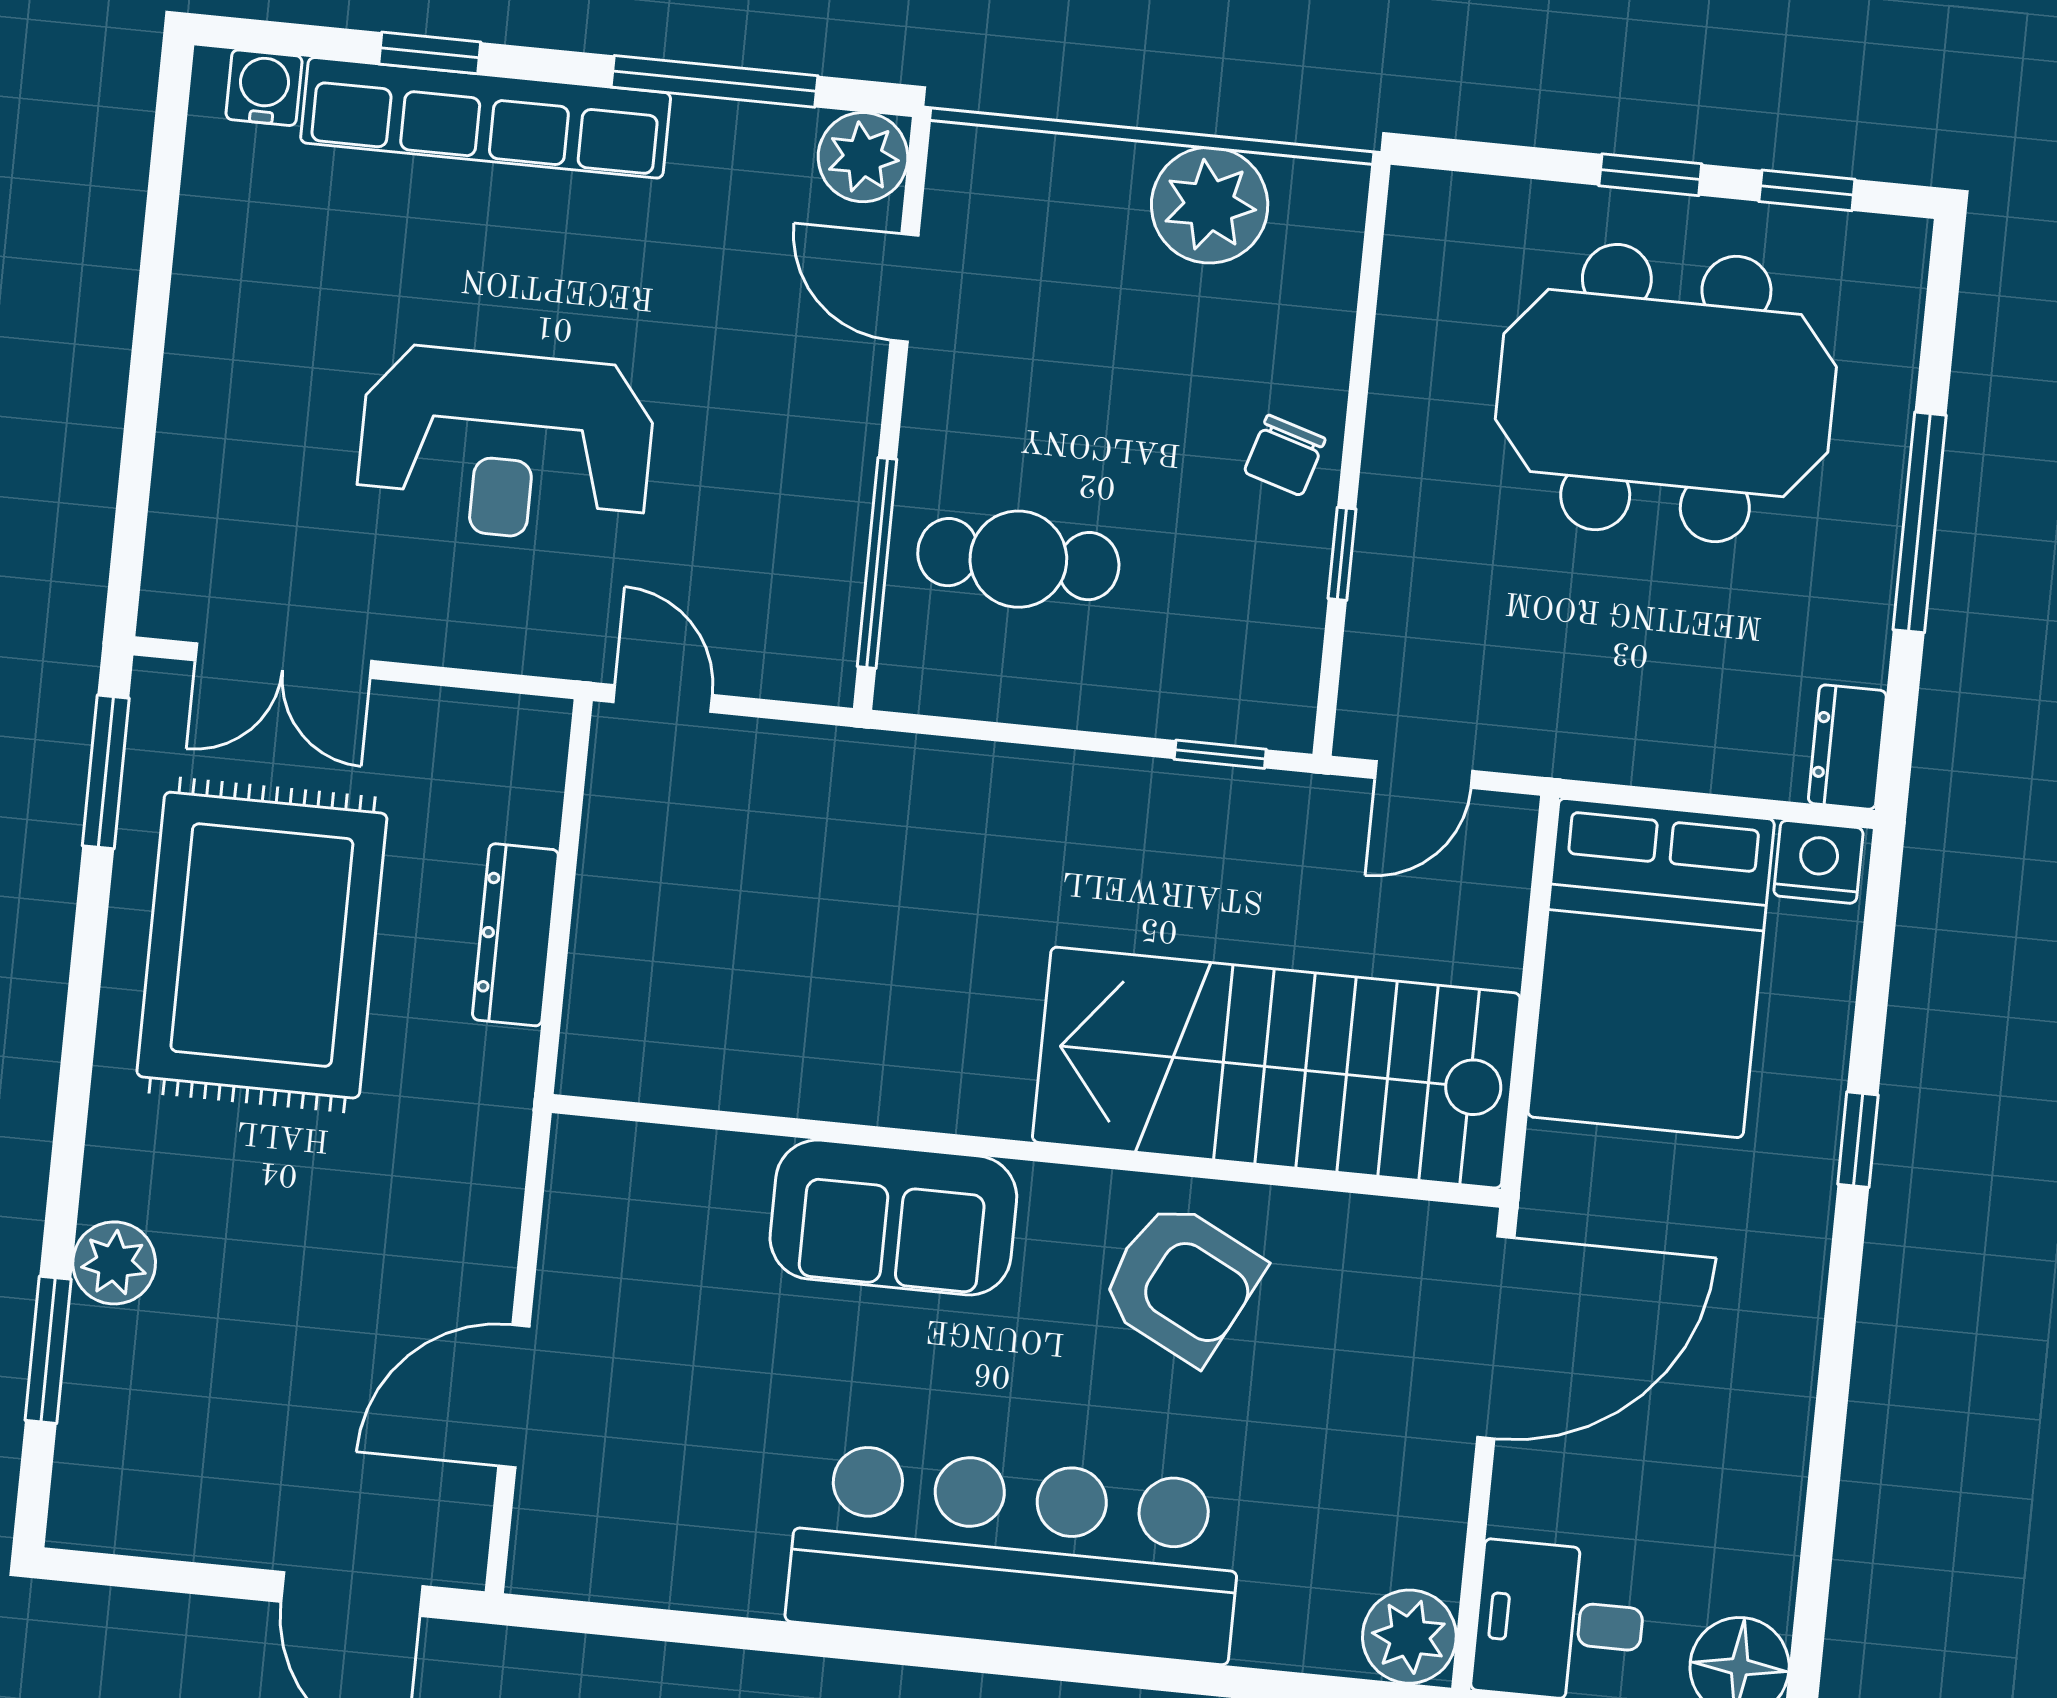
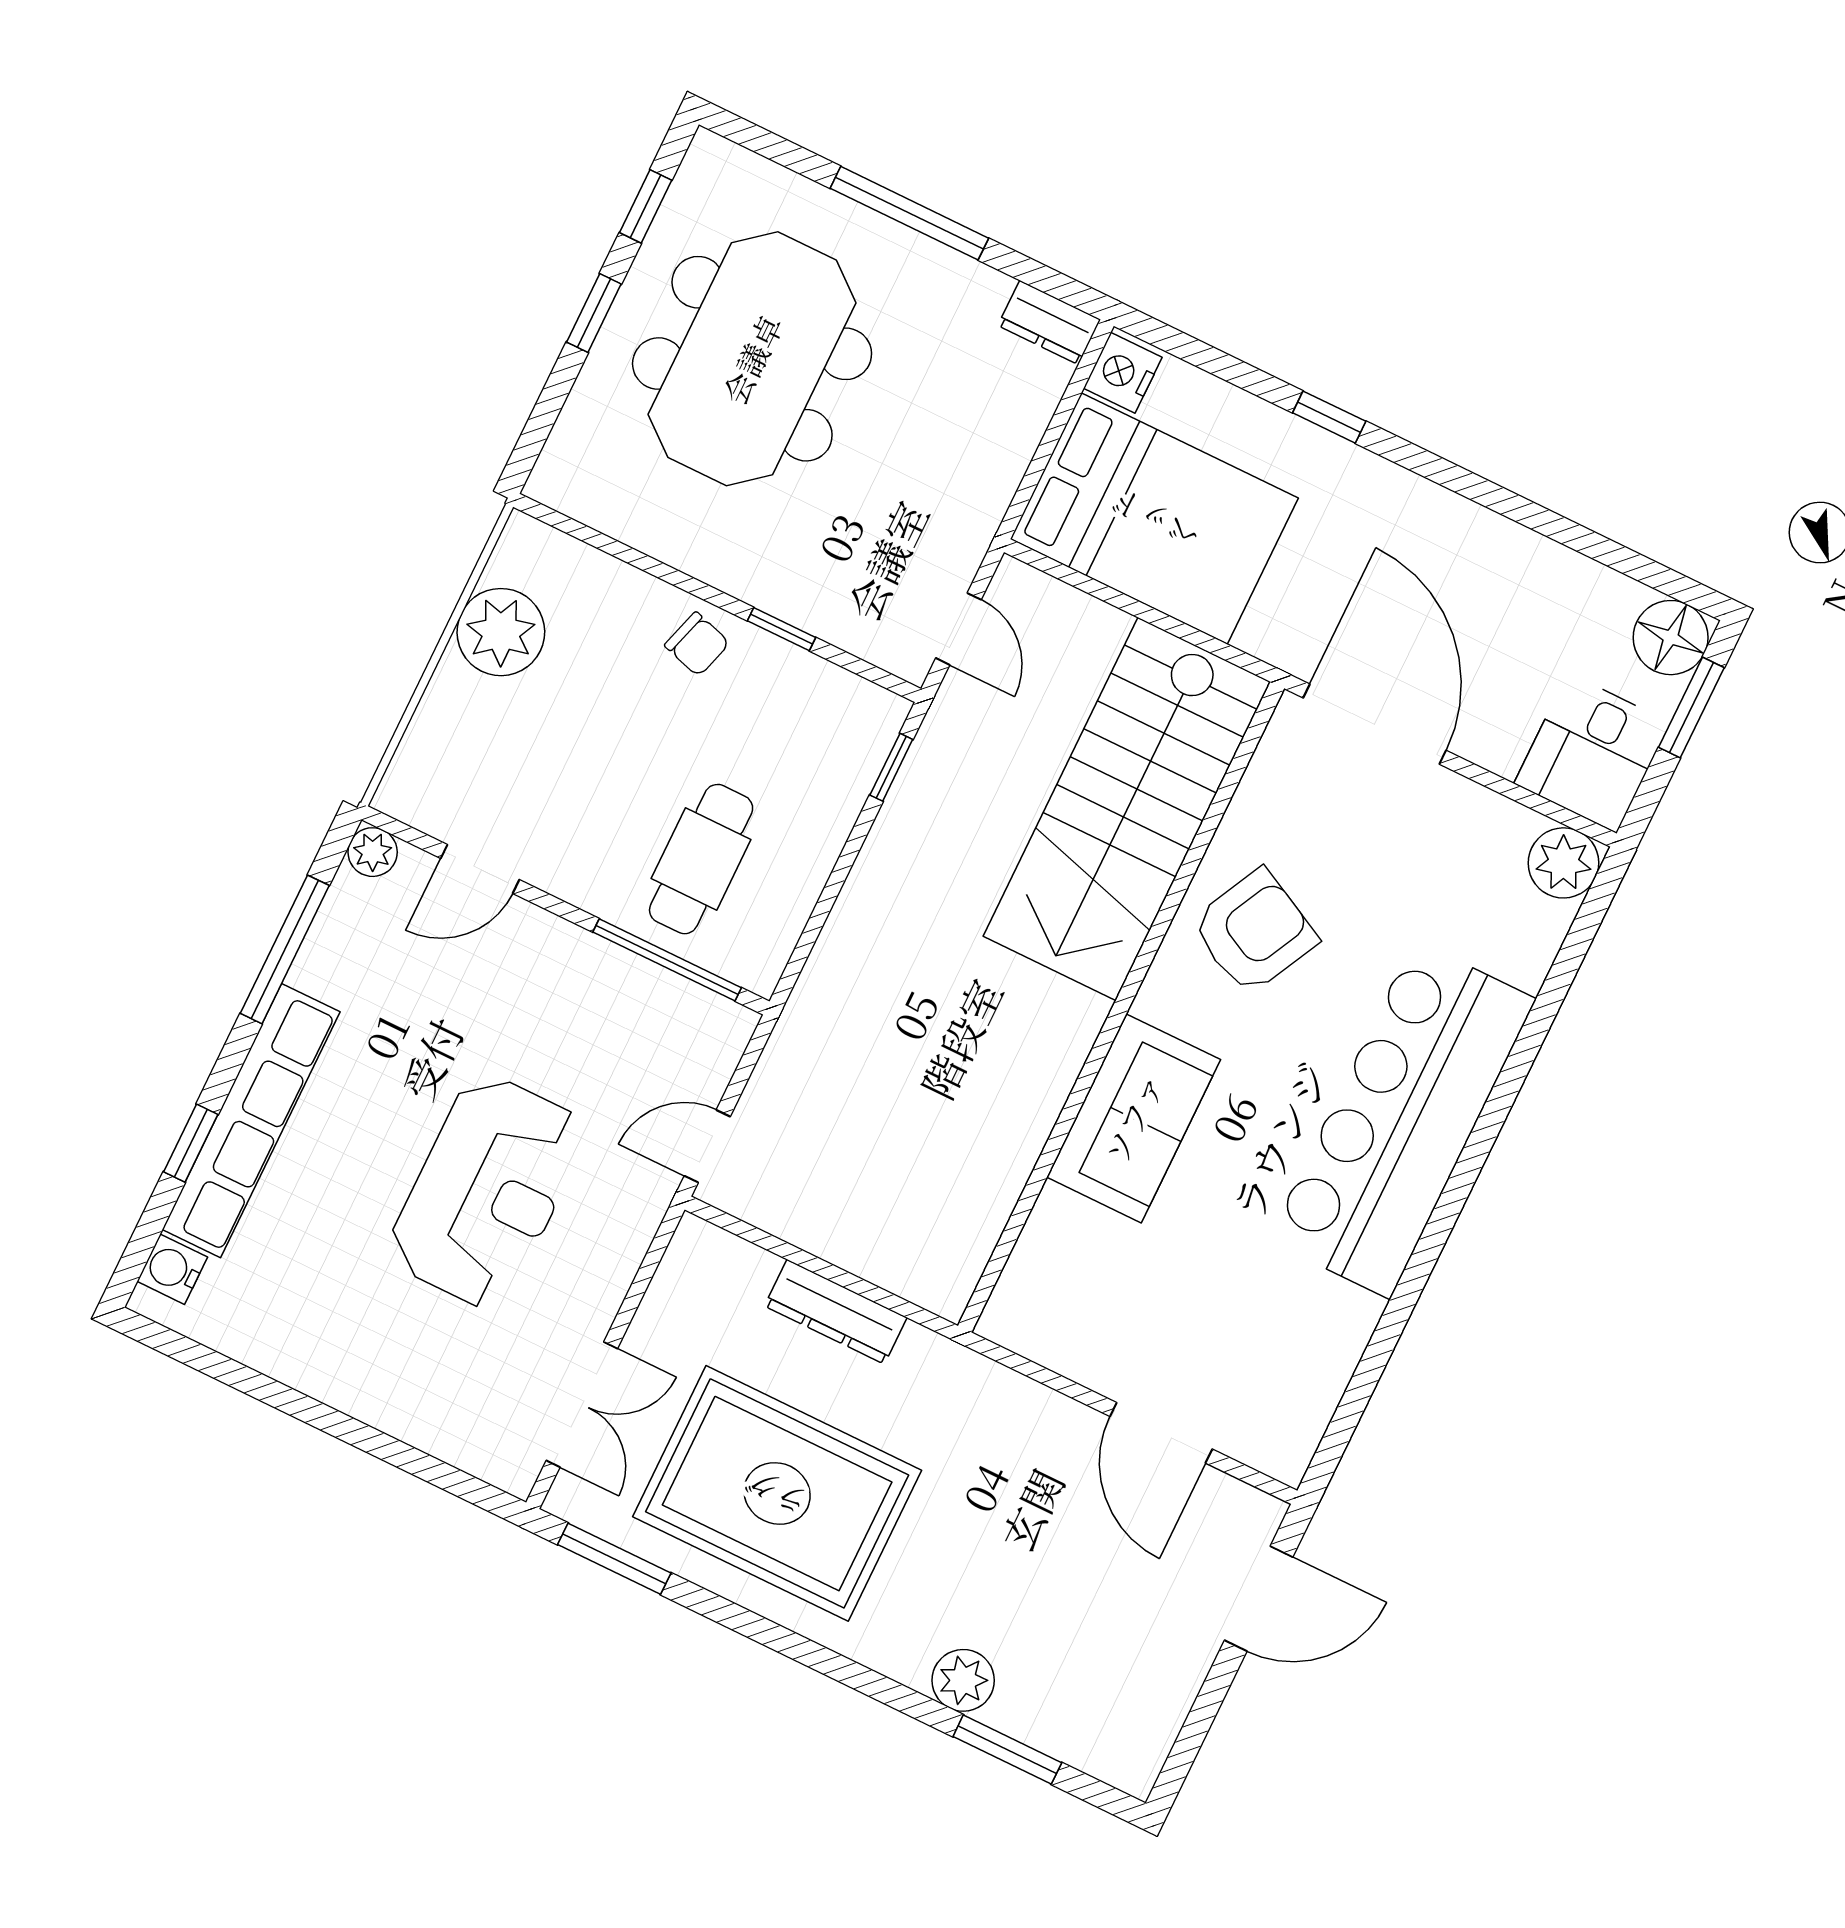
plant: (863, 157) -> (373, 852), width x0.73, depth x0.73

